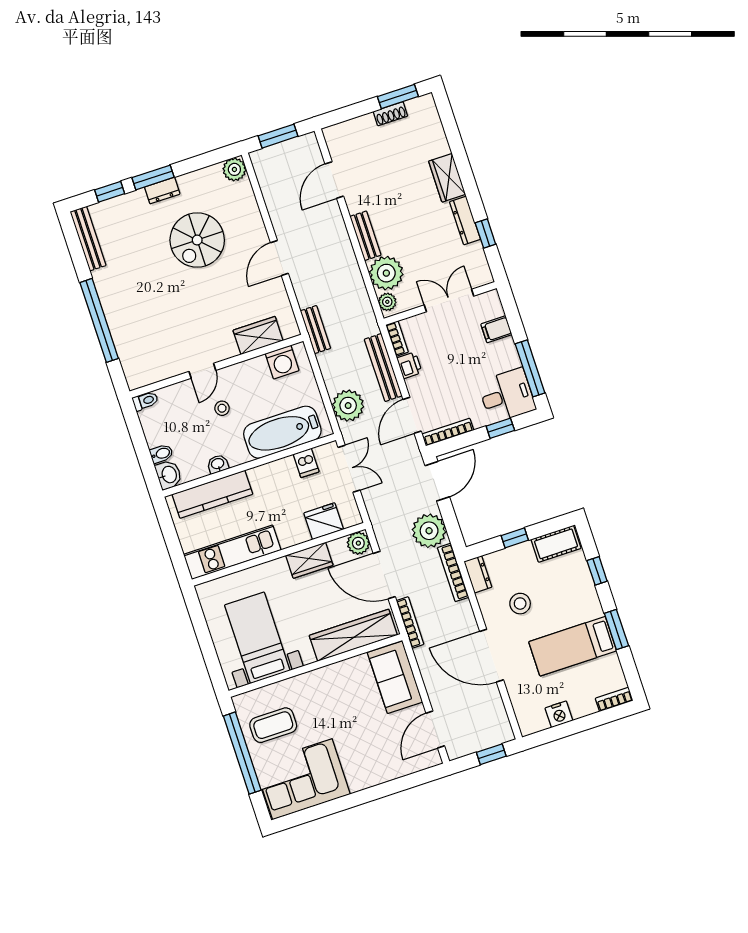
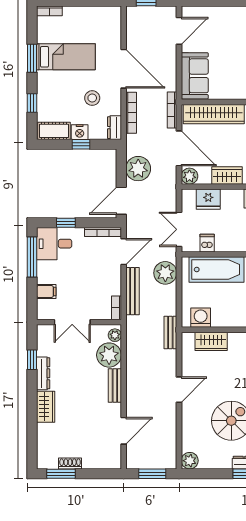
printer: (409, 365) -> (114, 287), removed
bookcase: (453, 572) -> (131, 113), moved
nightstand: (559, 714) -> (80, 132), moved, turned 180

